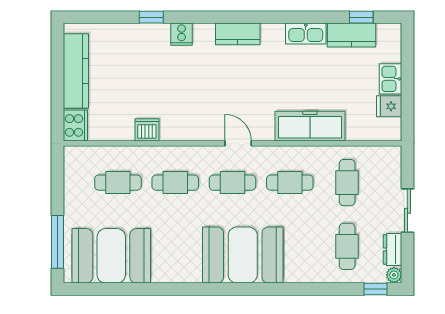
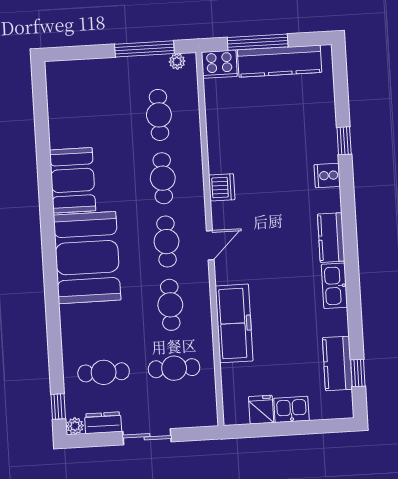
kitchen sink: (306, 34) -> (334, 286), moved
window: (58, 90) -> (258, 42), added
dishwasher: (147, 130) -> (222, 187), moved
plant: (71, 163) -> (177, 61), added
window: (58, 242) -> (144, 49), moved
booth: (111, 256) -> (73, 180), moved, width x0.73, depth x0.70

